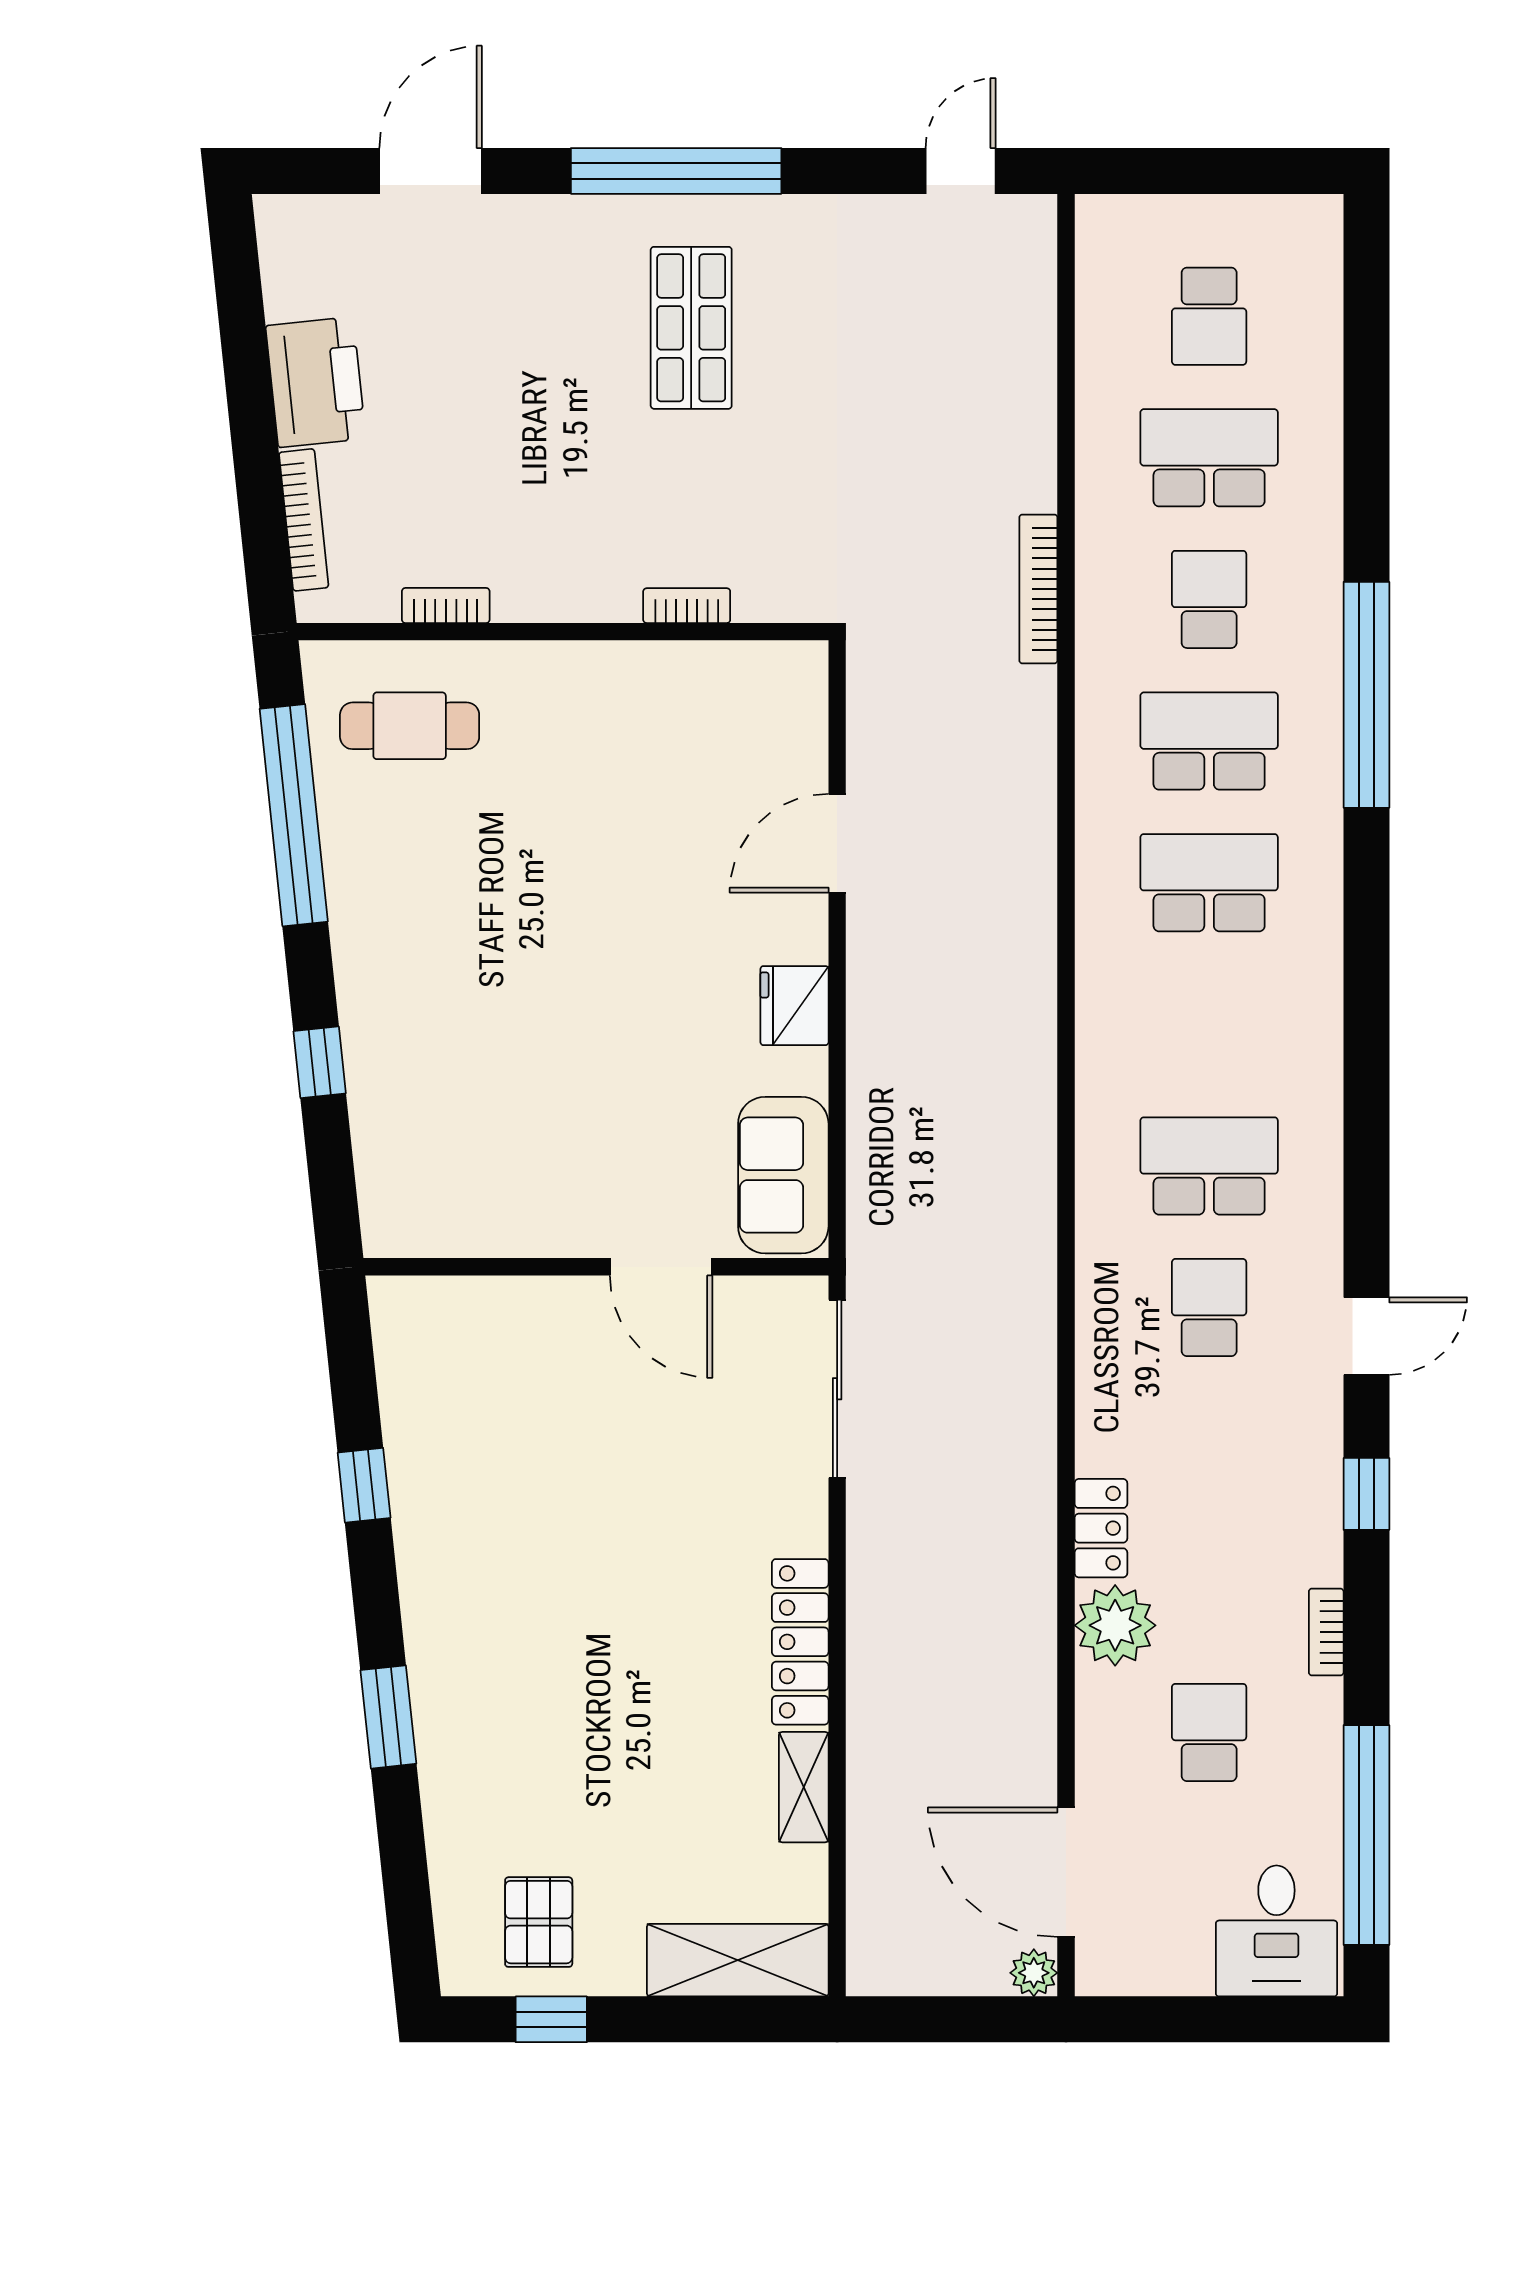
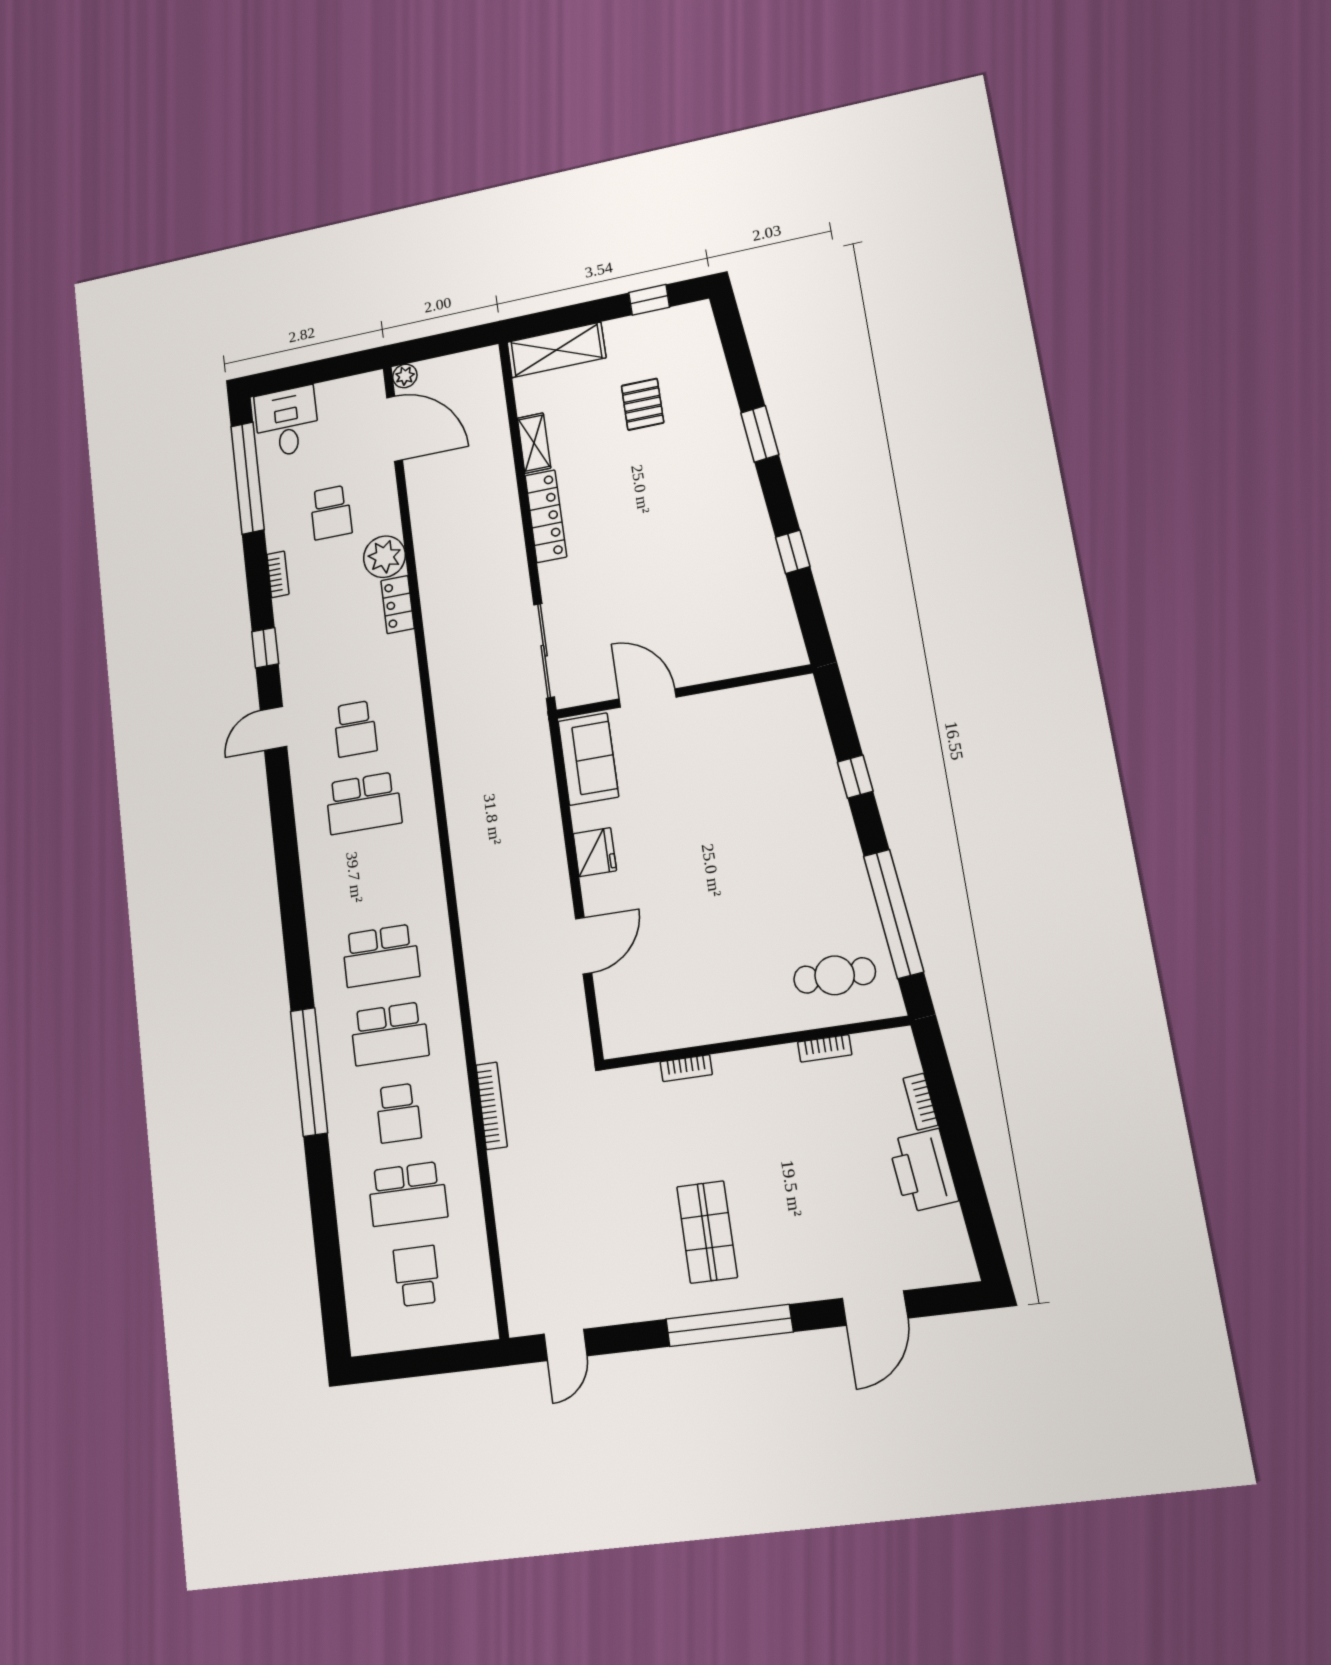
bookcase: (304, 520) -> (920, 1102), width x0.64
pallet: (539, 1922) -> (643, 404), moved

